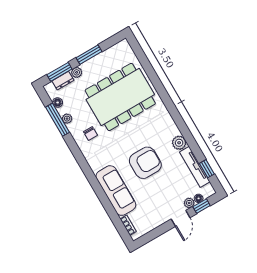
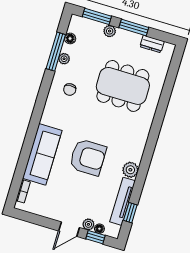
dresser: (63, 81) -> (152, 44), moved
dining table: (120, 97) -> (123, 86), width x0.73, depth x0.80

